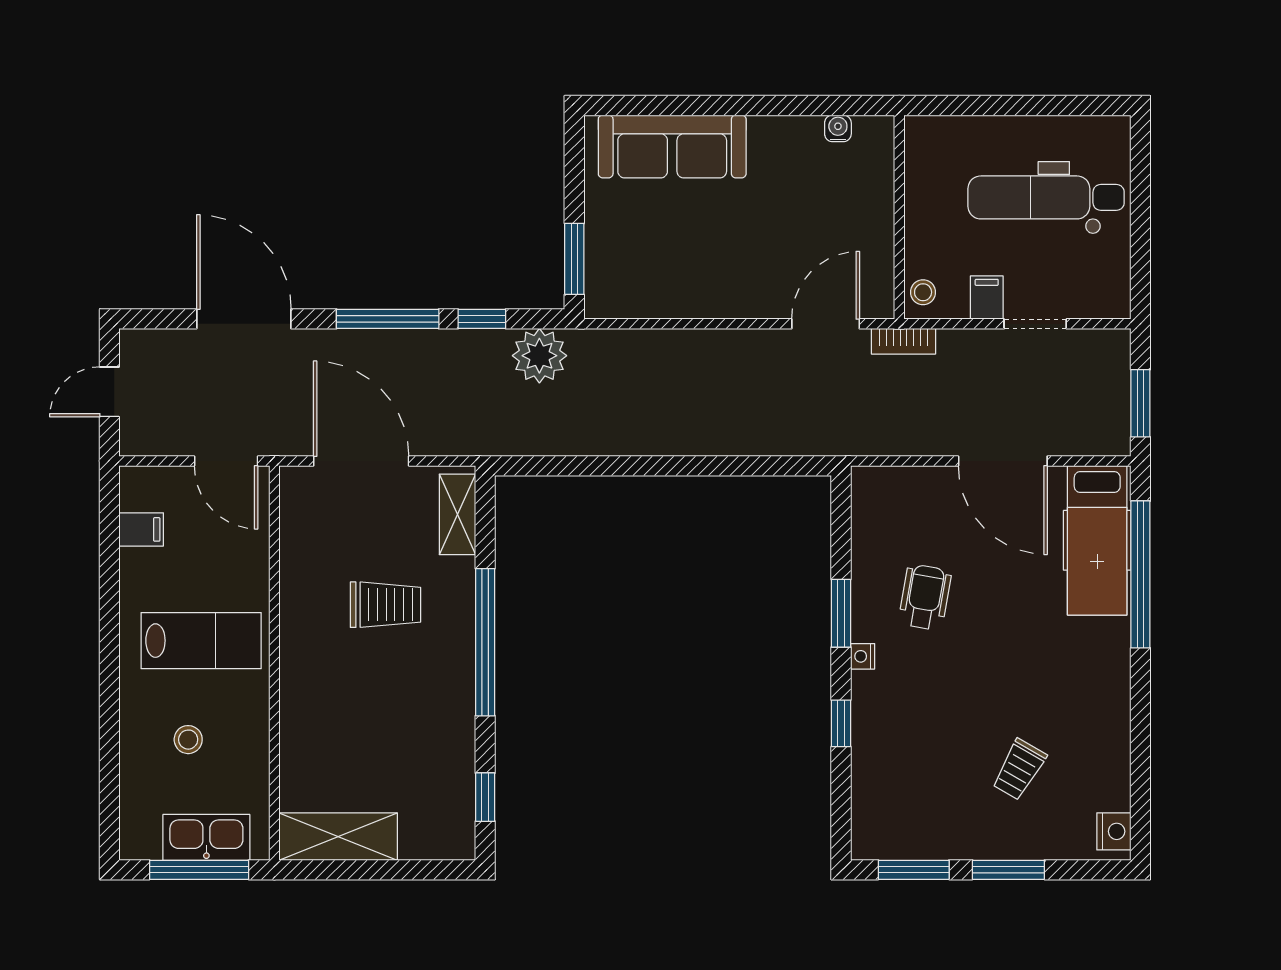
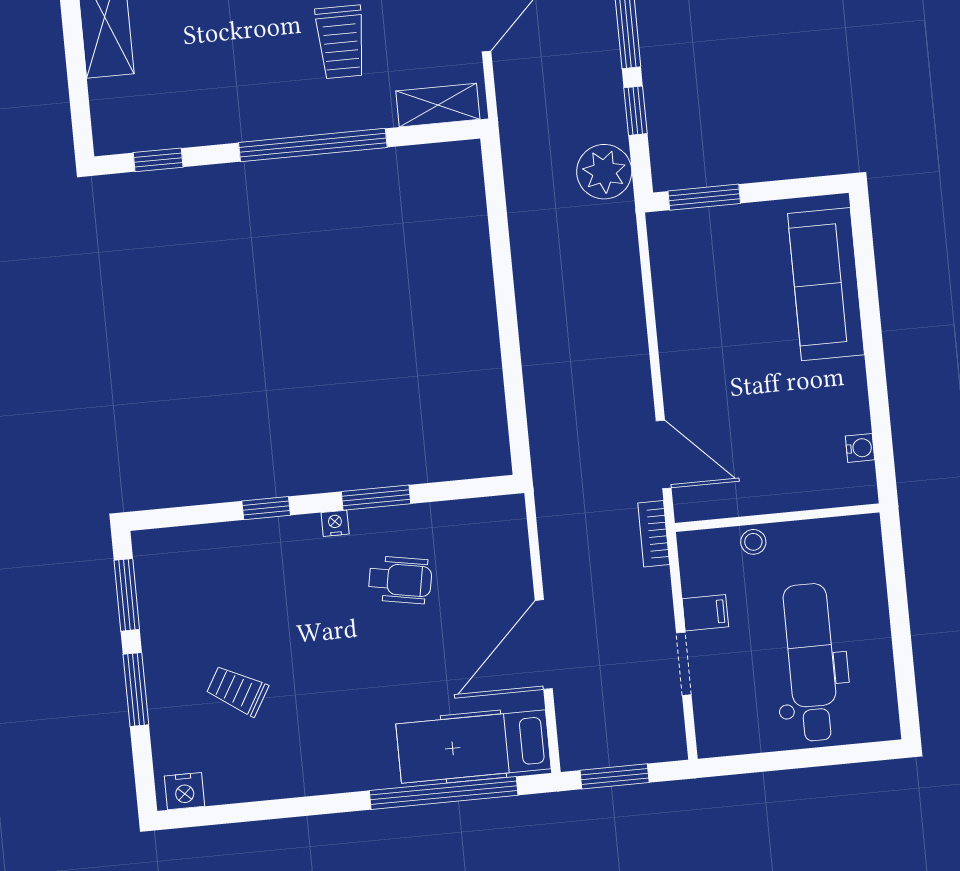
stool: (923, 292) -> (753, 542), moved

